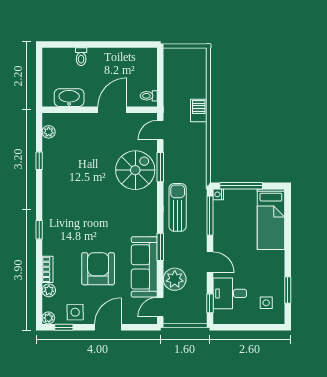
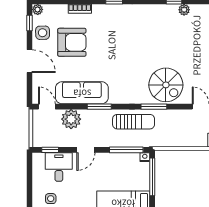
plant: (49, 132) -> (184, 10), moved
window: (160, 167) -> (154, 107), moved
armchair: (98, 269) -> (72, 42), moved
plant: (49, 290) -> (62, 10), removed

